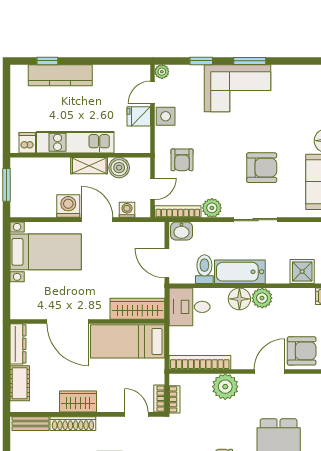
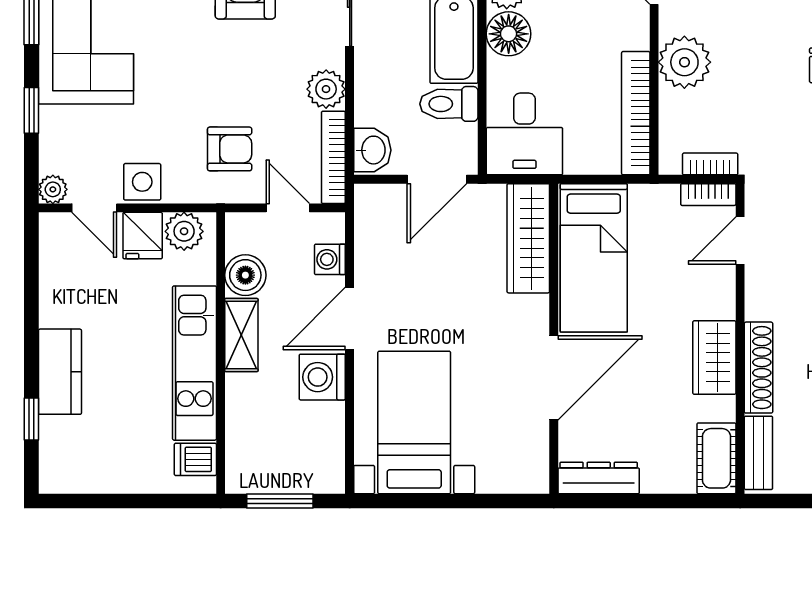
kitchen counter: (60, 75) -> (60, 372), width x0.67
plant: (141, 137) -> (184, 231), added
cot: (20, 383) -> (716, 458), moved, turned 90

